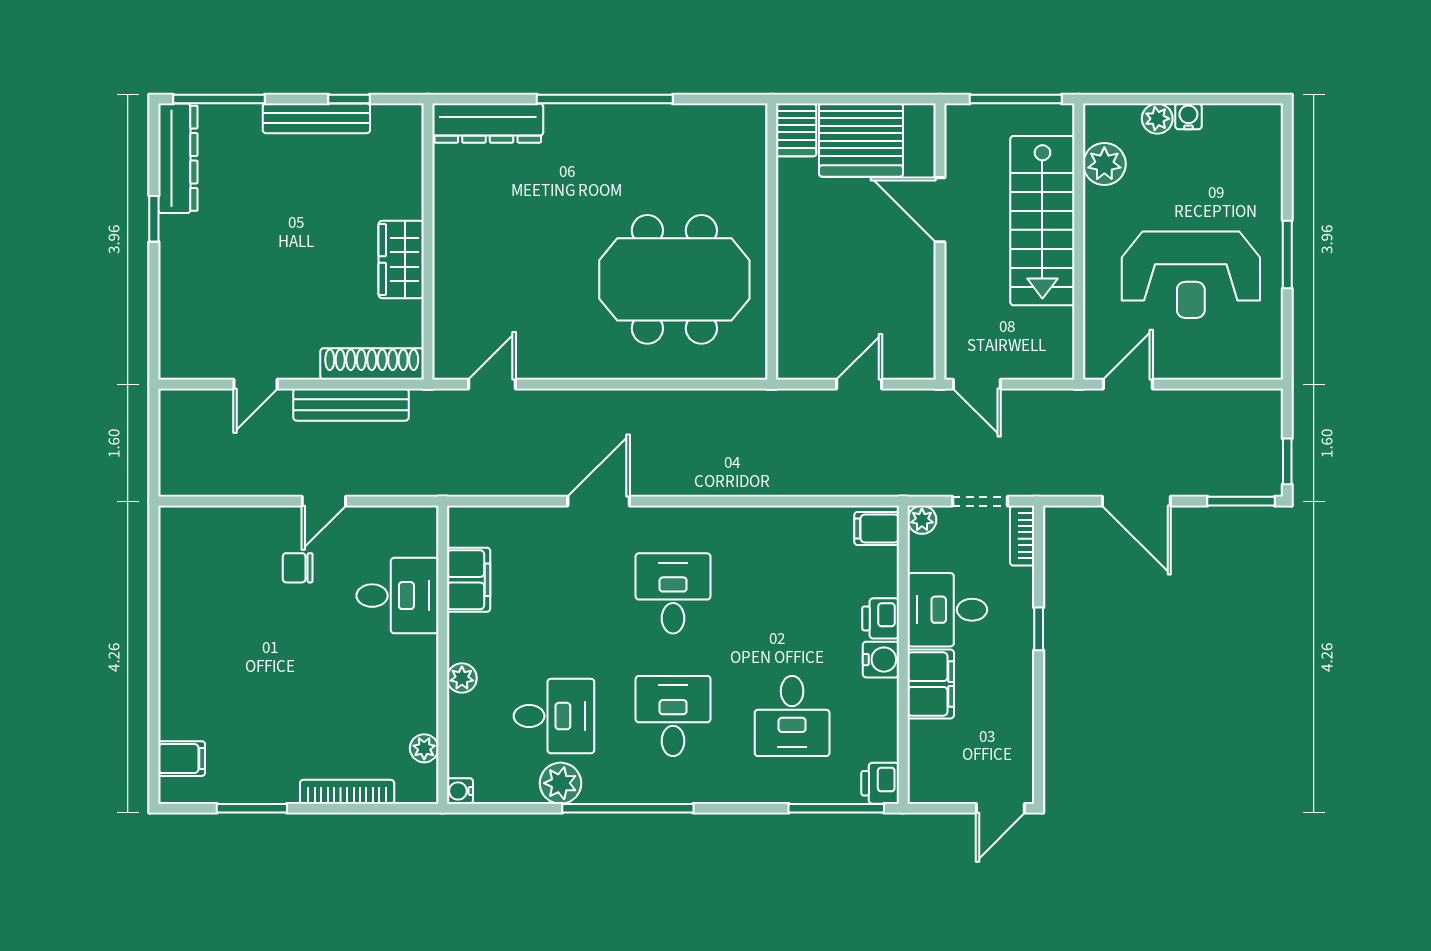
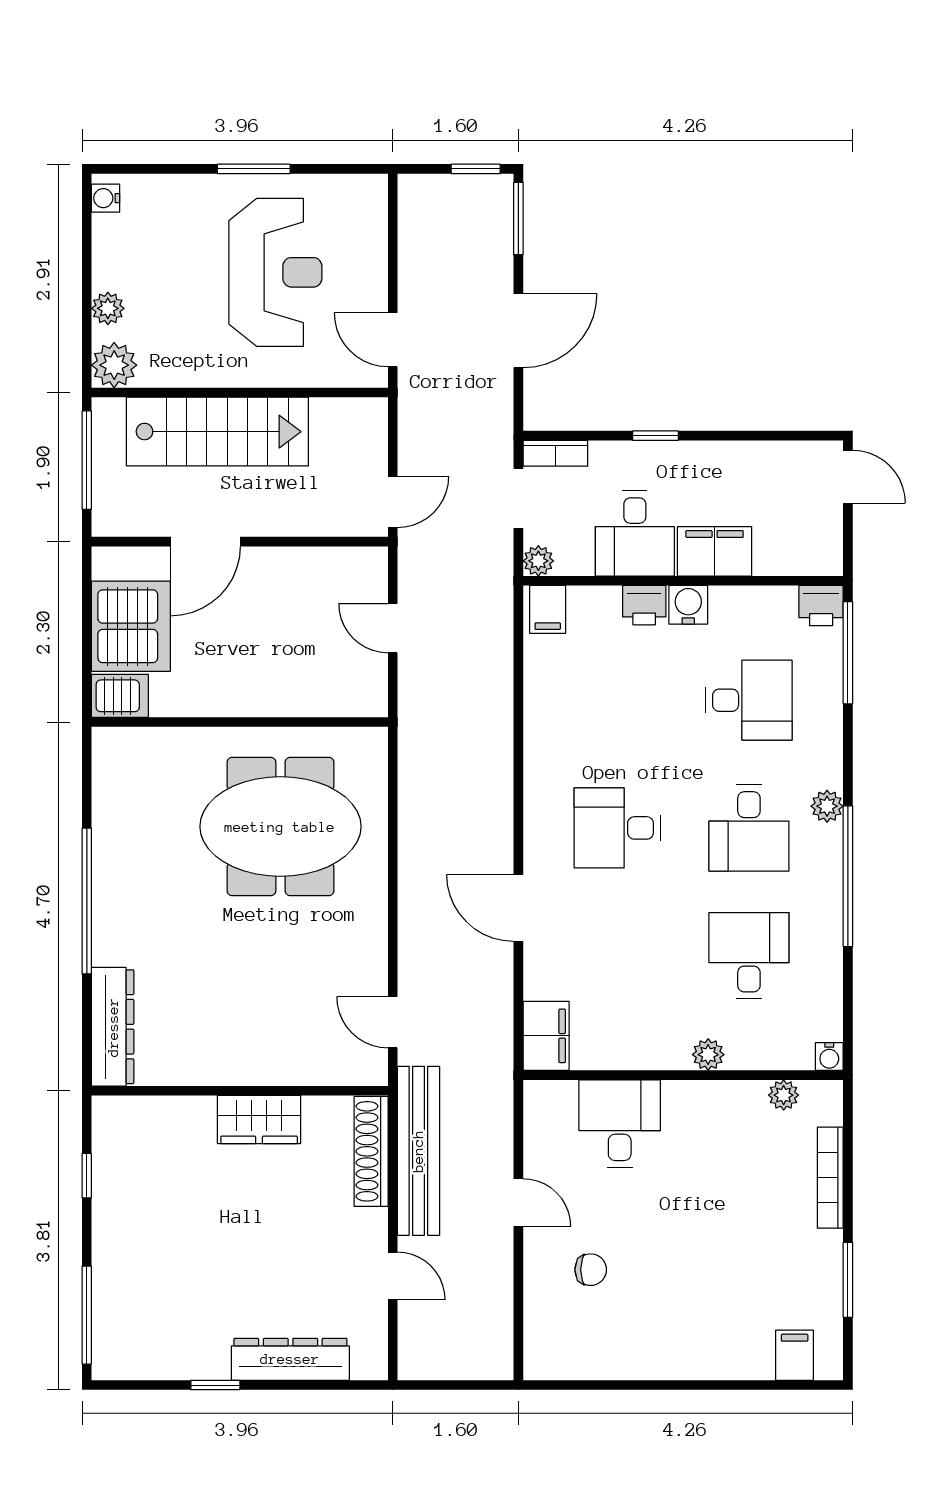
water cooler: (1188, 116) -> (105, 198), moved
bench: (316, 118) -> (108, 1211), removed
dresser: (178, 158) -> (290, 1359), moved
plant: (1104, 164) -> (114, 365), moved
meeting table: (674, 279) -> (280, 827), turned 90
bench: (351, 405) -> (418, 1151), width x1.37, depth x1.21
chair: (298, 568) -> (591, 1270), moved, turned -90
filing cabinet: (469, 580) -> (546, 1036), moved, turned 90
desk: (673, 716) -> (749, 828), turned -90
plant: (560, 783) -> (827, 806), moved, width x0.73, depth x0.73

